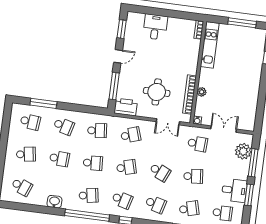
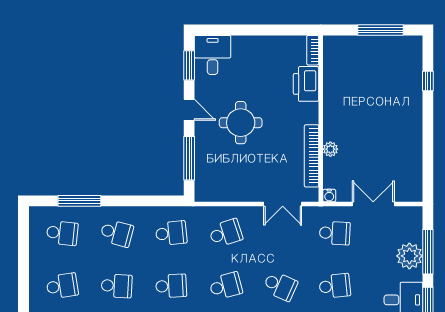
desk: (155, 27) -> (213, 55), moved
kitchen unit: (210, 45) -> (333, 72), removed
door: (118, 56) -> (189, 110), hinge flipped
round table: (157, 92) -> (241, 123), moved
printer: (126, 107) -> (306, 84), moved, turned -90
plant: (243, 151) -> (409, 256), moved

